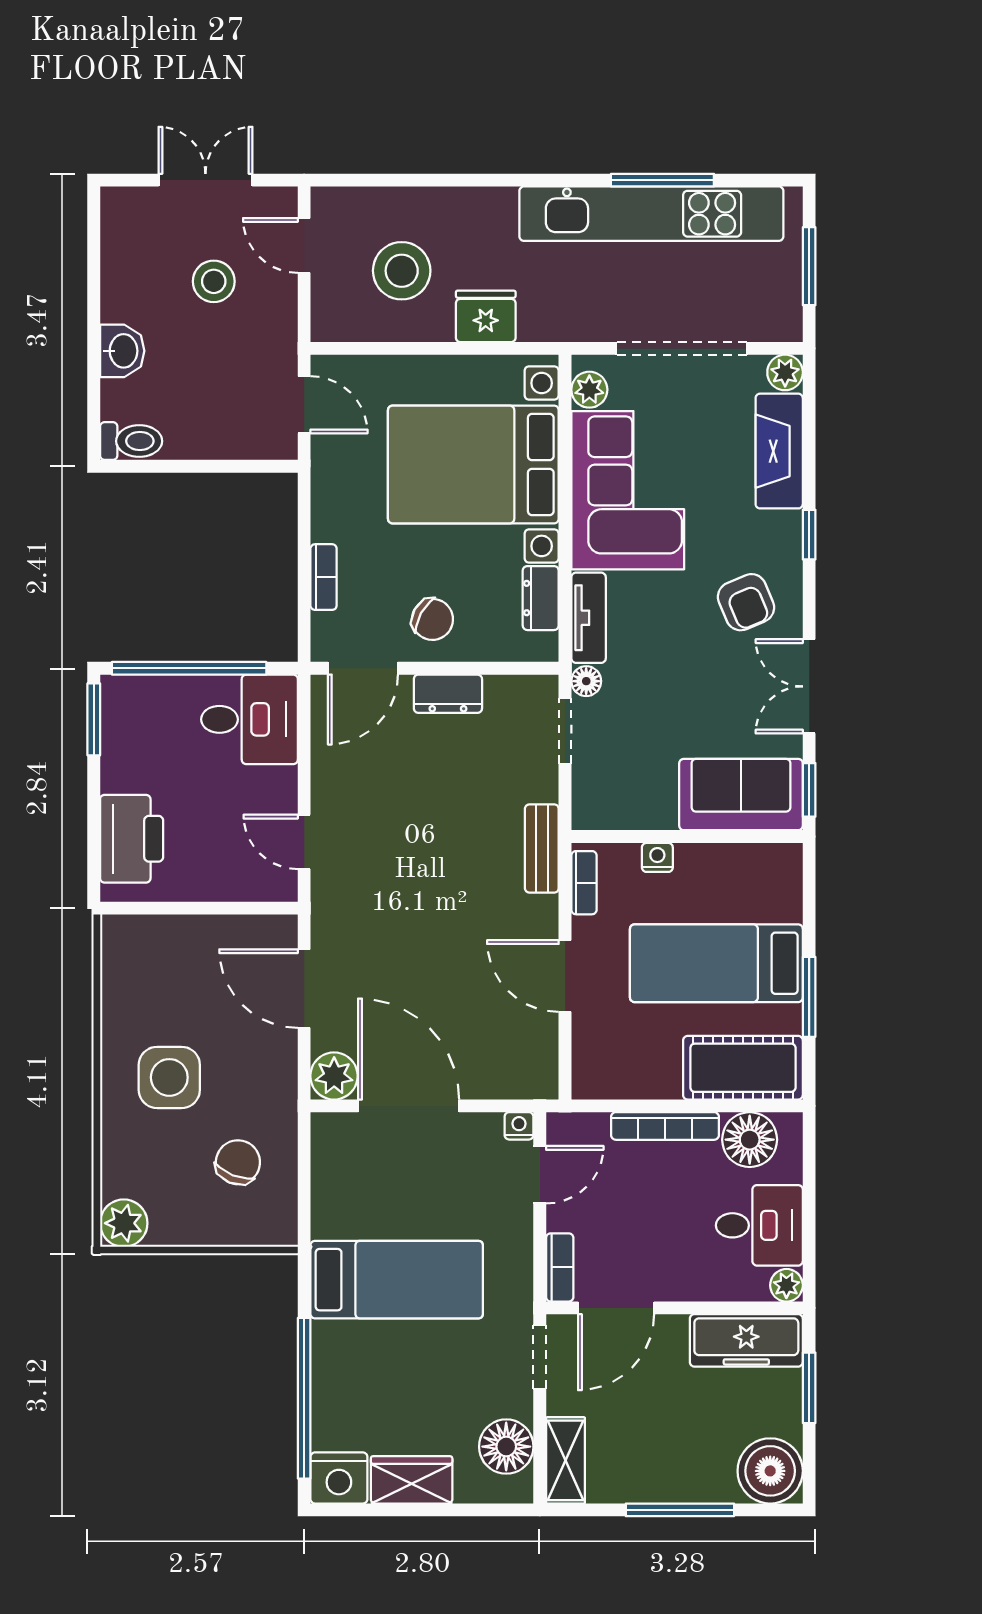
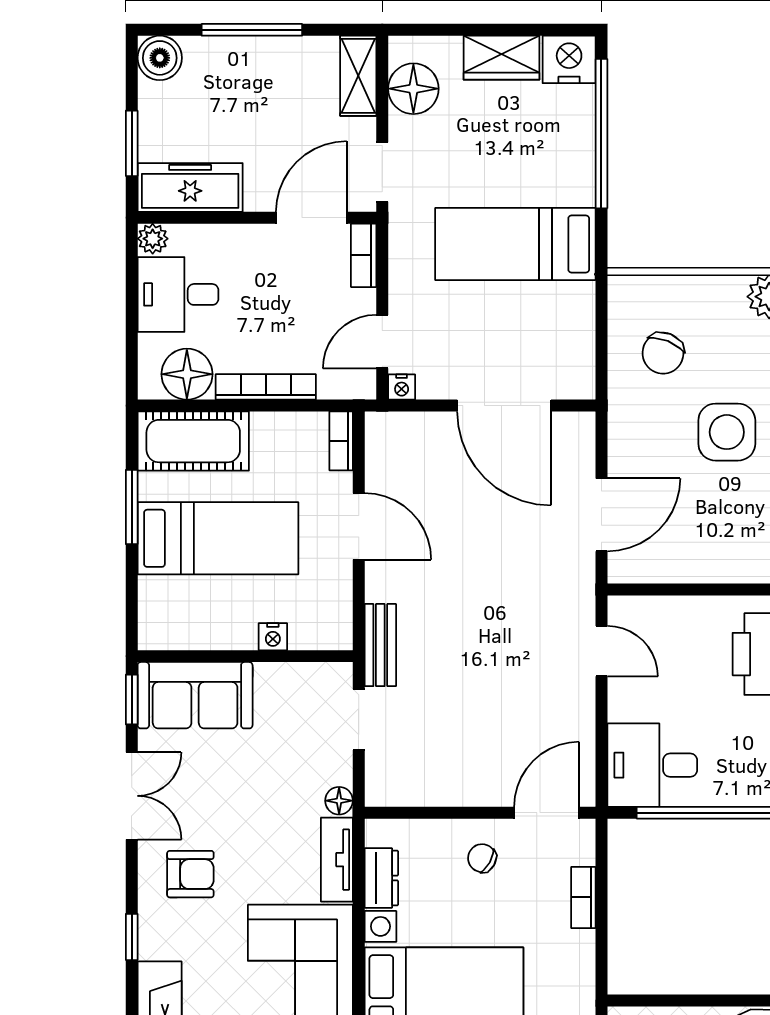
armchair: (746, 602) -> (190, 874), turned 113
chair: (432, 619) -> (482, 858), width x0.73, depth x0.73
dresser: (448, 694) -> (468, 789), removed
doorway: (565, 731) -> (359, 720), moved
bookcase: (584, 883) -> (341, 441), moved
door: (304, 989) -> (601, 515), hinge flipped
plant: (334, 1076) -> (574, 433), removed
boiler: (770, 1471) -> (160, 58), width x0.73, depth x0.73

